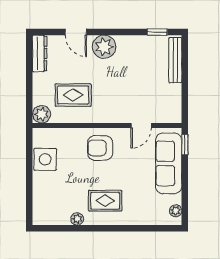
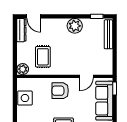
door: (76, 32) -> (34, 16), moved
plant: (104, 47) -> (75, 26), moved
rug: (73, 95) -> (43, 57), turned 90

